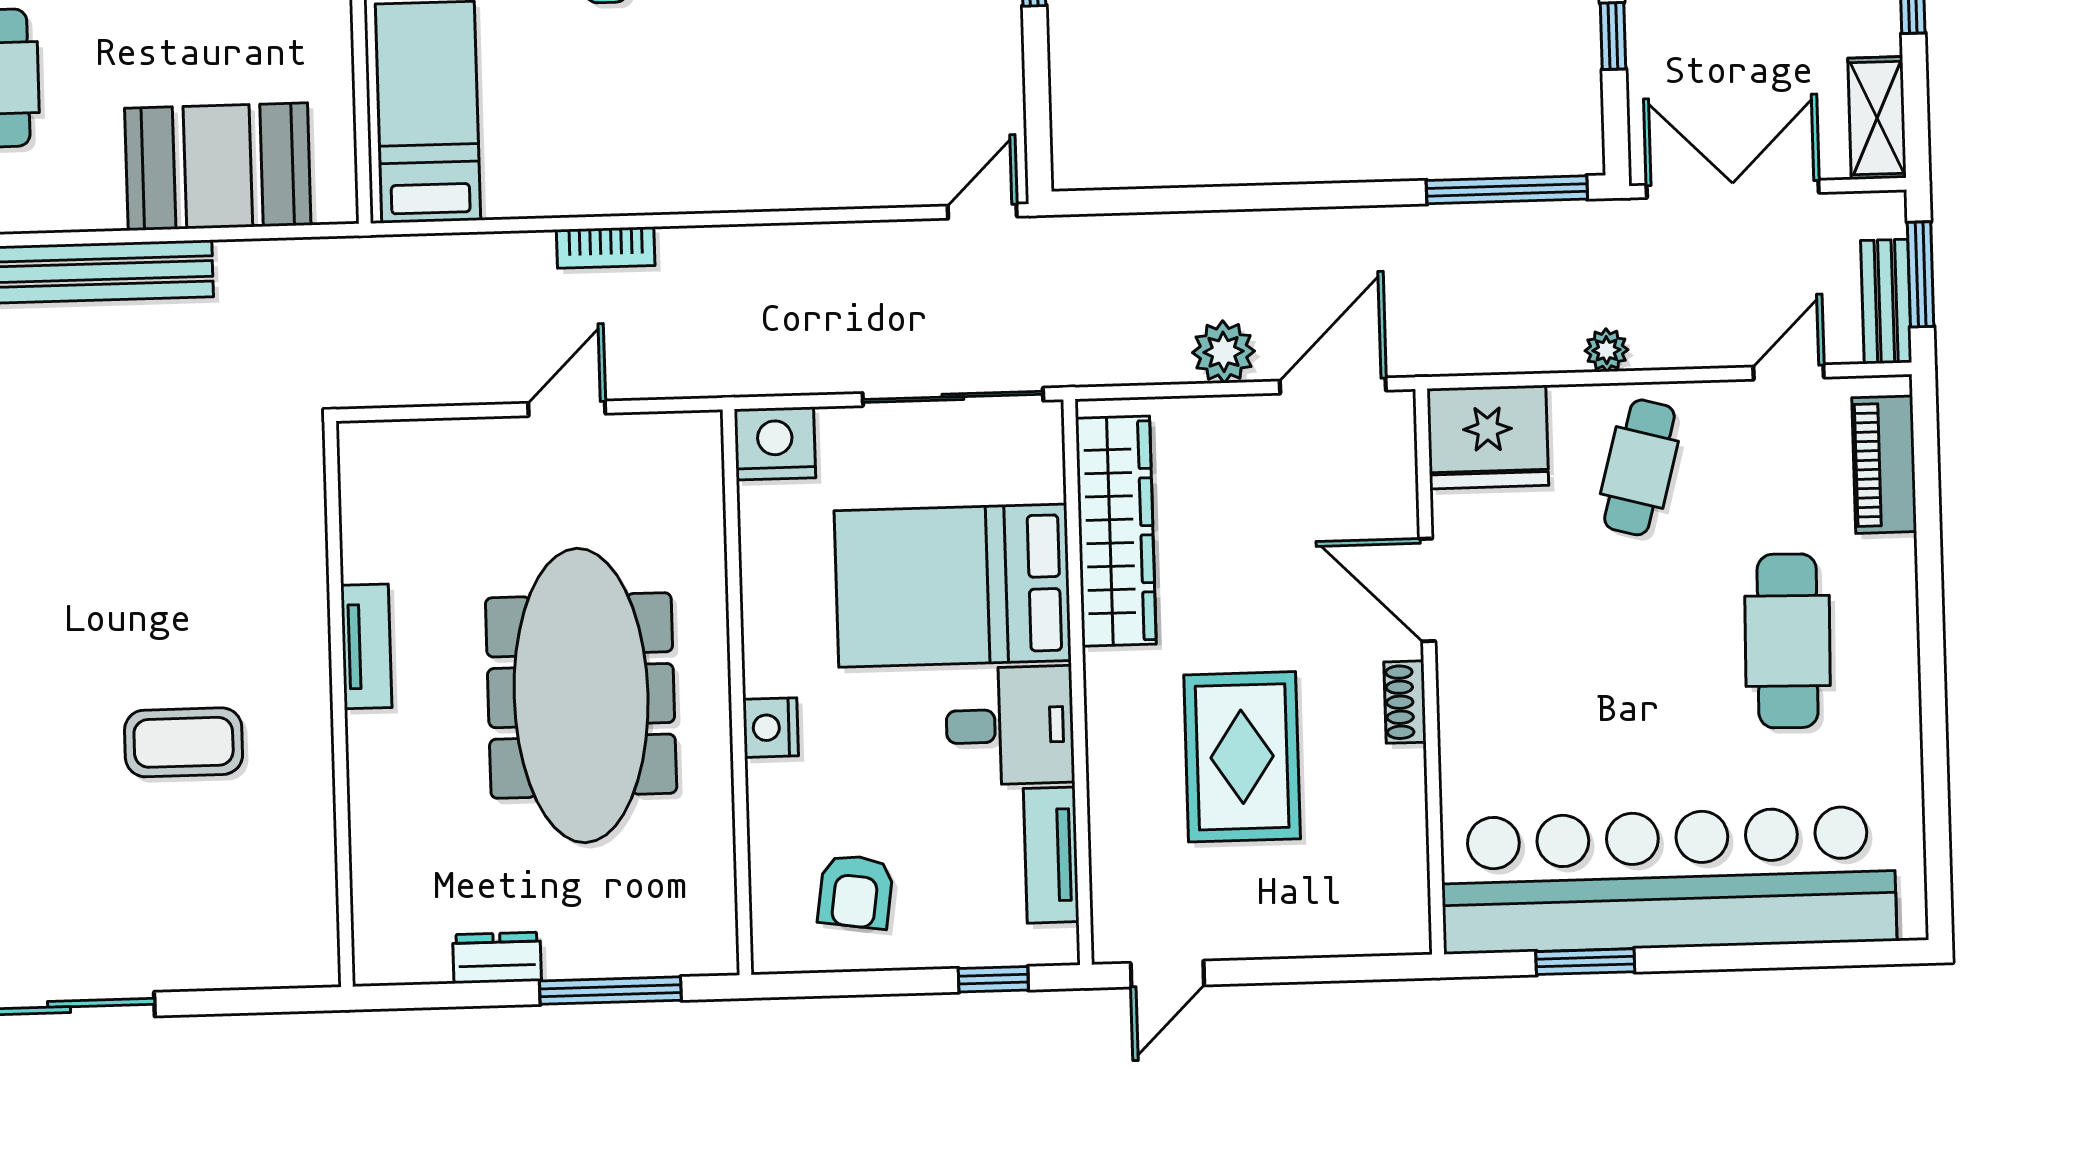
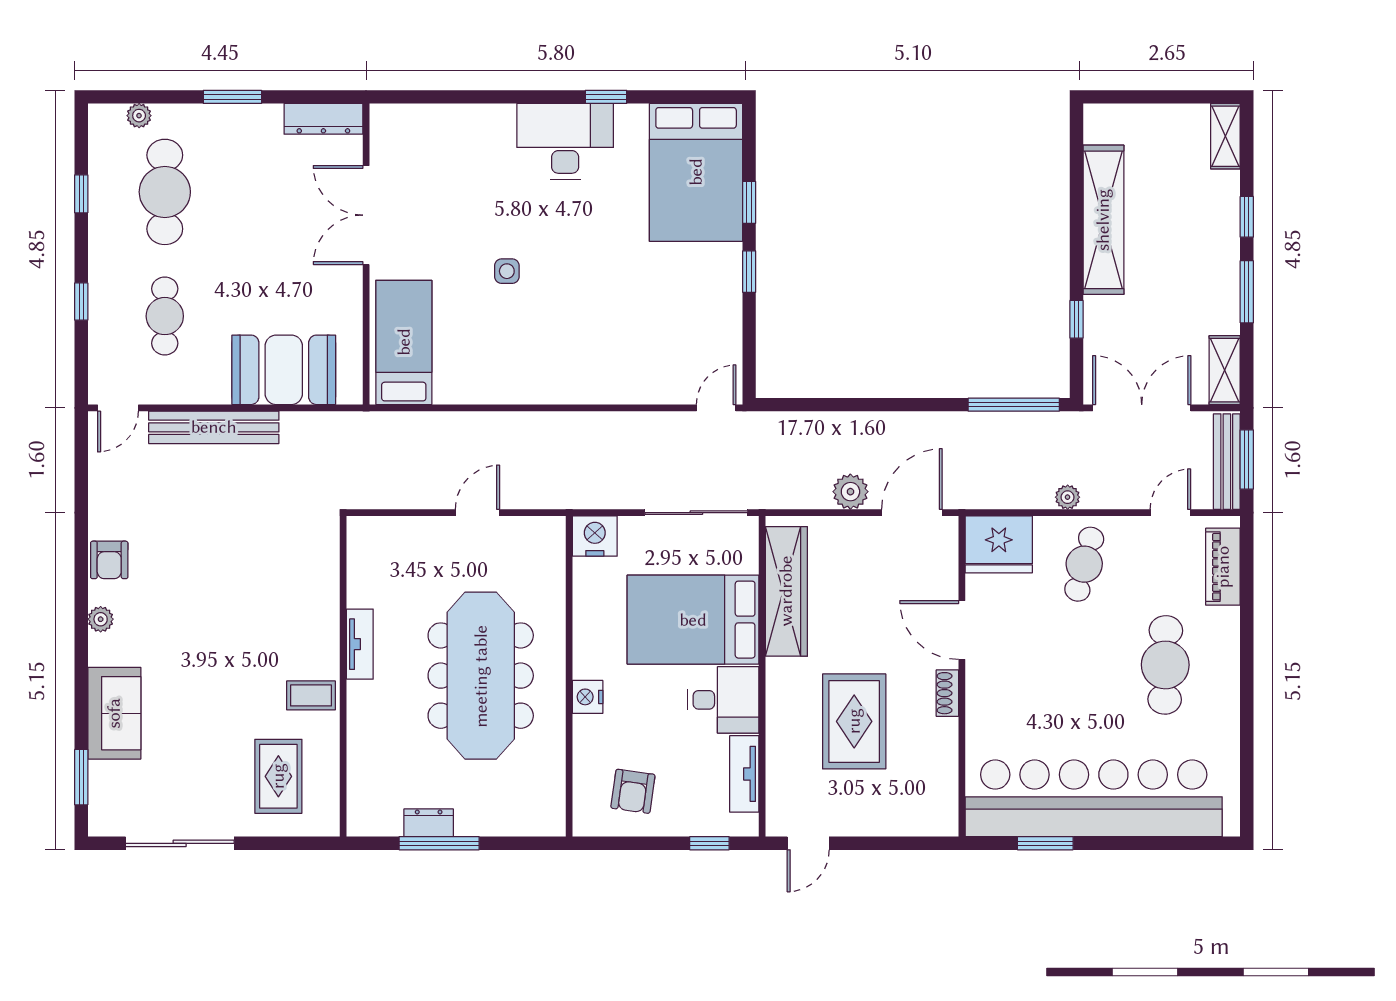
bookcase: (606, 248) -> (502, 422), removed
bench: (1886, 302) -> (1227, 462), width x1.36
coffee table: (184, 742) -> (311, 695), moved, width x0.73, depth x0.77
rug: (230, 884) -> (278, 776), added
window: (610, 991) -> (439, 843), moved

